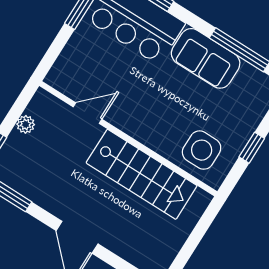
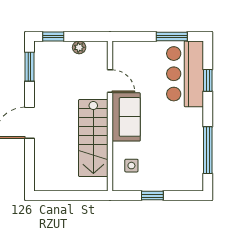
sofa: (206, 58) -> (126, 117), moved, turned 180
side table: (202, 150) -> (131, 166), width x0.54, depth x0.54

